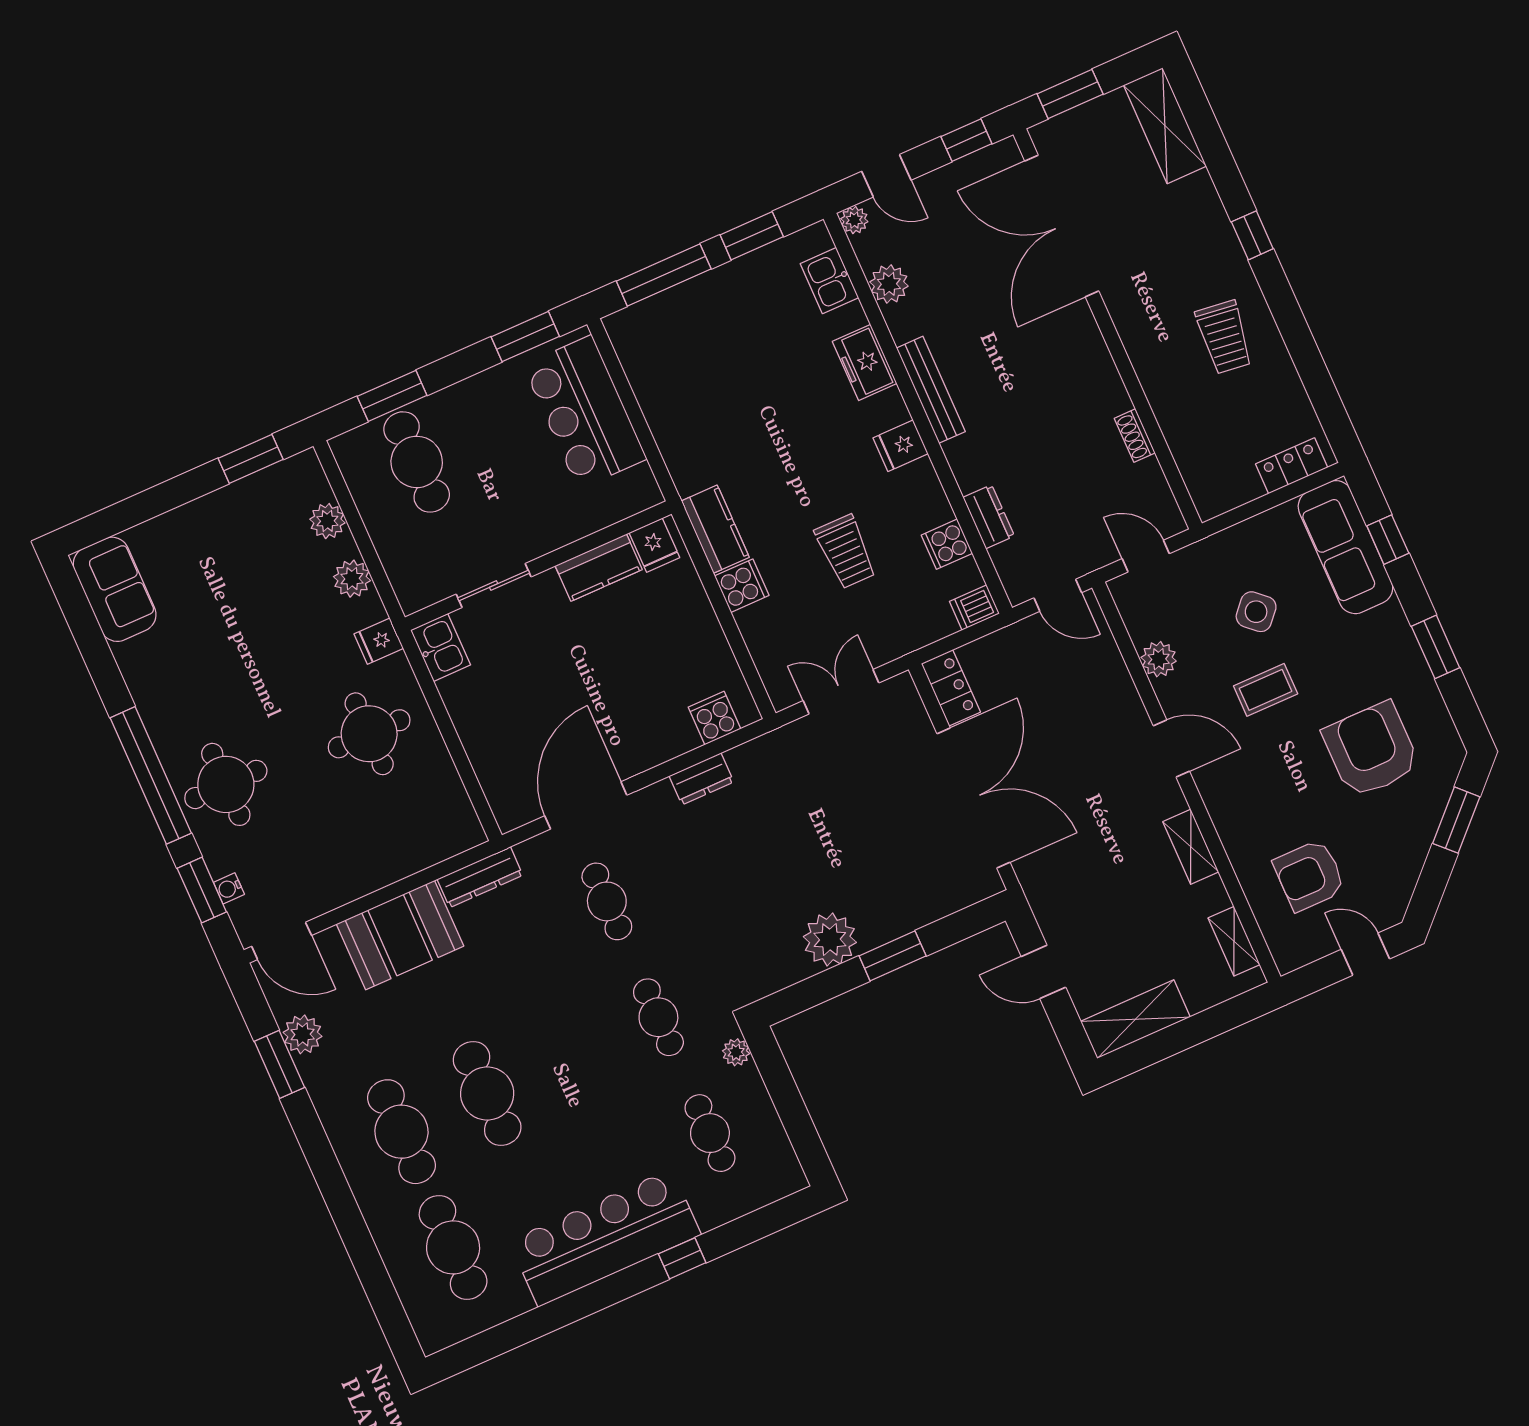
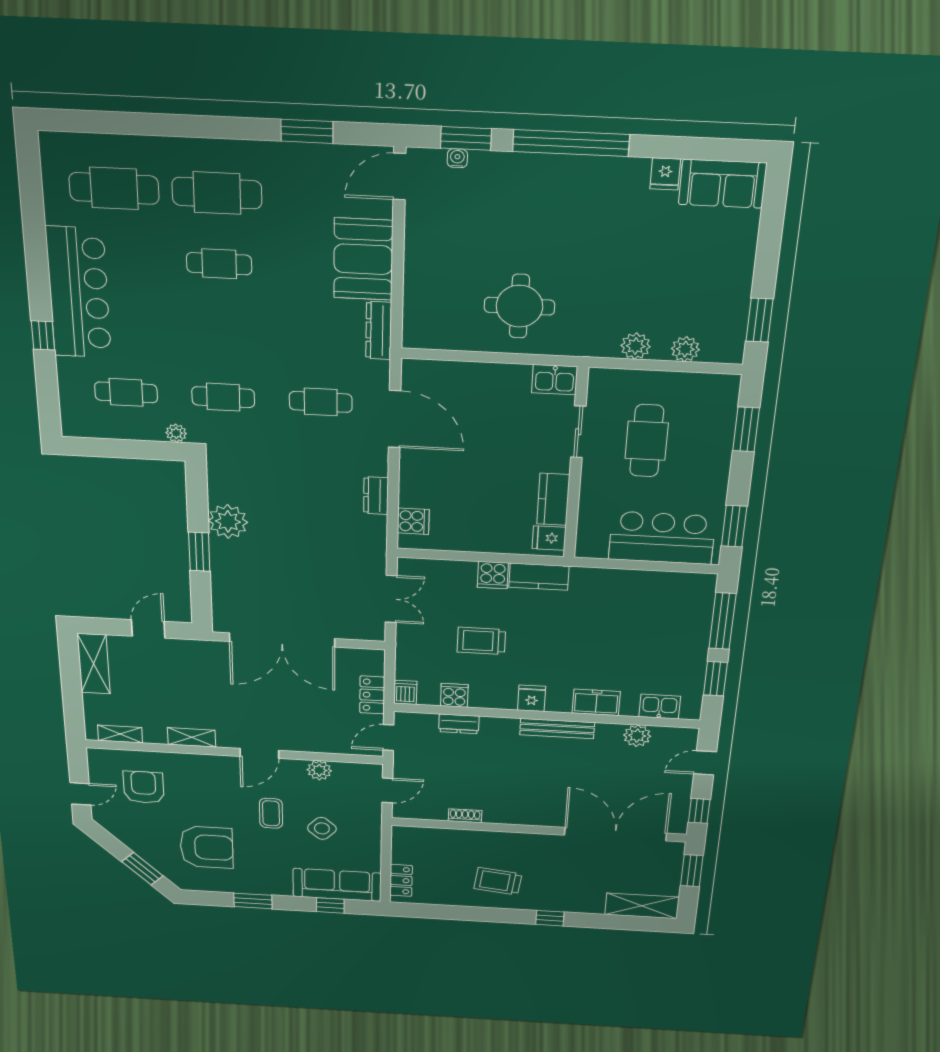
plant: (854, 220) -> (689, 735), removed
cafe table: (417, 462) -> (647, 441), moved, turned 90
fridge: (379, 641) -> (665, 174), moved, turned 180
locker: (951, 688) -> (372, 695), moved, turned 90
round table: (226, 784) -> (536, 193), removed
plant: (303, 1034) -> (322, 158), removed
cafe table: (487, 1094) -> (219, 264), width x0.73, depth x0.74

